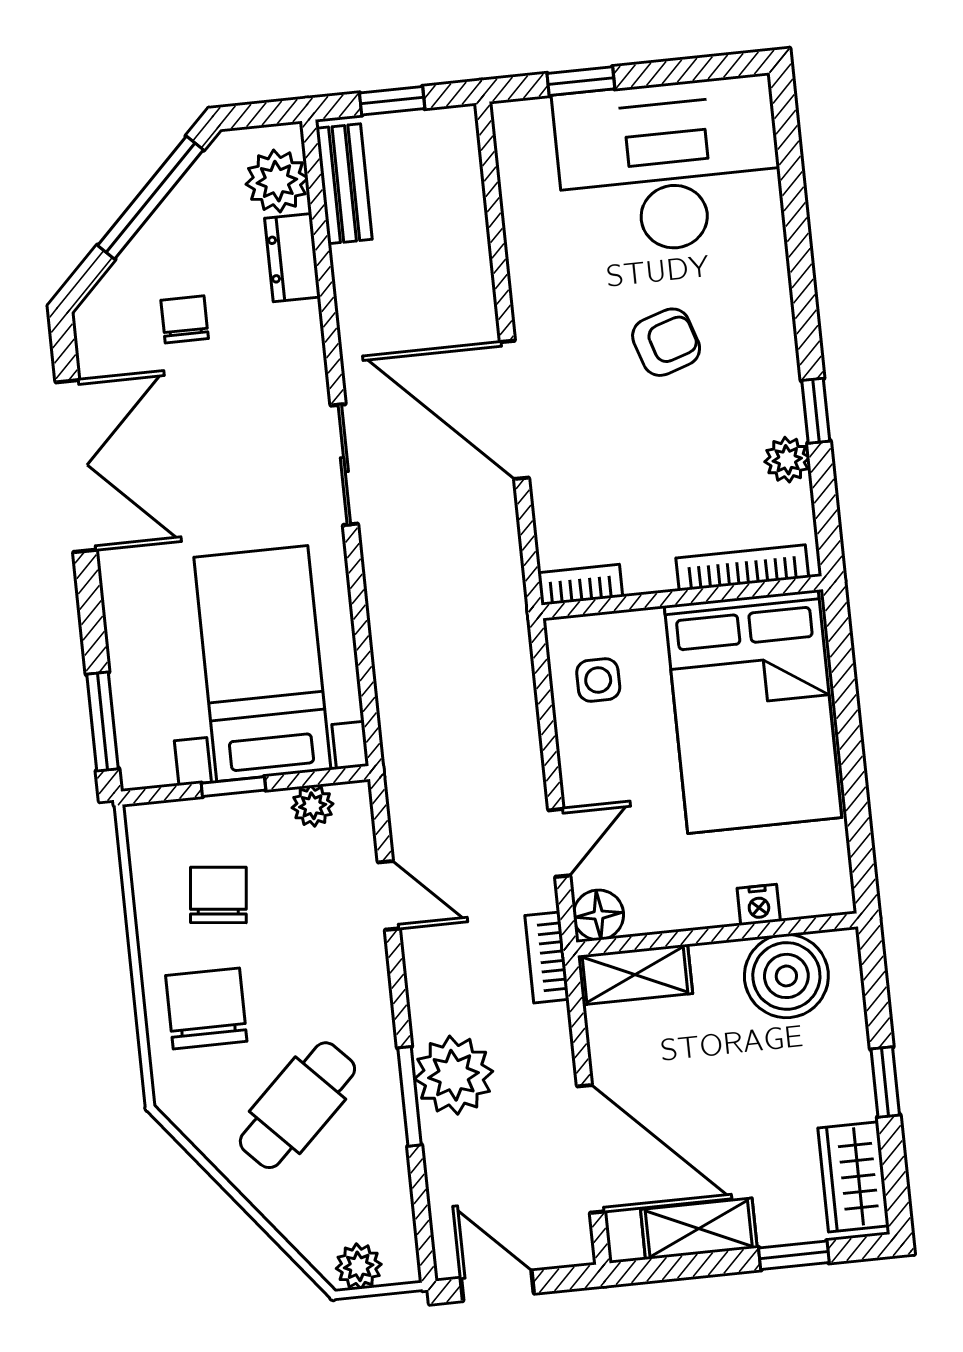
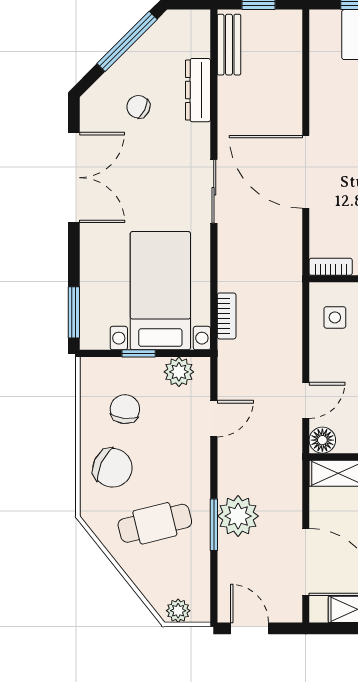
plant: (277, 181) -> (194, 40), removed
dresser: (292, 258) -> (198, 90), width x1.44
chair: (185, 319) -> (138, 107), turned -64
plant: (313, 806) -> (179, 372), width x1.38, depth x1.38
door: (389, 895) -> (214, 419), hinge flipped
bookcase: (547, 957) -> (227, 316), moved, turned 180
chair: (206, 1008) -> (112, 468), turned 115
cafe table: (297, 1105) -> (155, 523), turned 30

